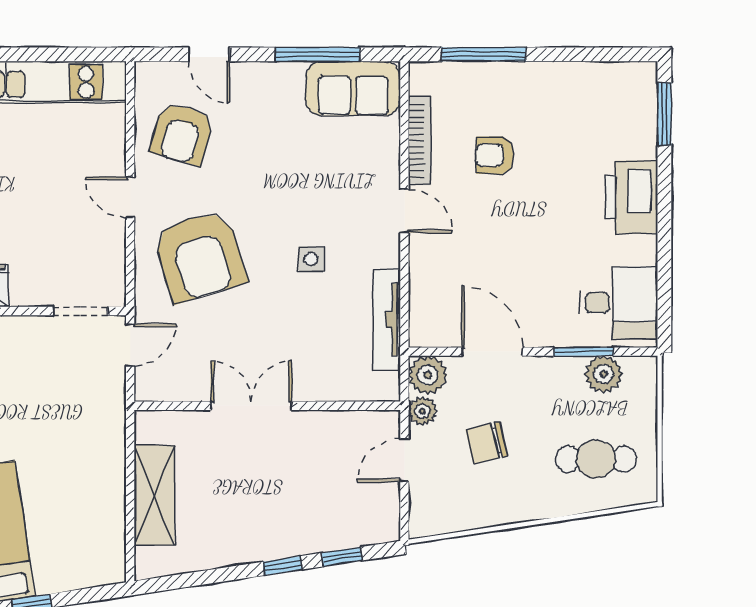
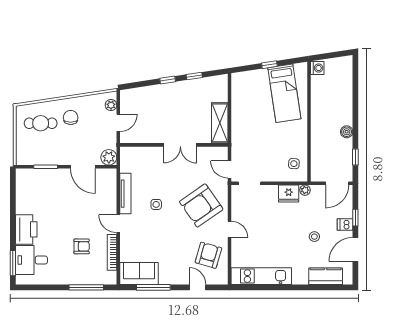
armchair: (200, 256) -> (201, 205), turned -108
desk: (619, 303) -> (31, 260), moved
tv unit: (387, 320) -> (125, 194), moved
door: (130, 345) -> (229, 170), hinge flipped
plant: (604, 374) -> (37, 158), removed
plant: (422, 411) -> (111, 105), moved
chair: (486, 443) -> (71, 117), moved, turned -77
shelving: (154, 495) -> (220, 123), moved
window: (342, 557) -> (194, 76), moved

